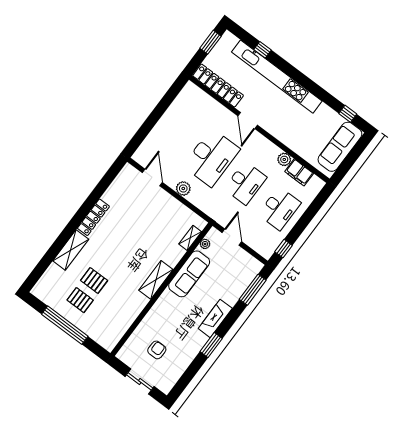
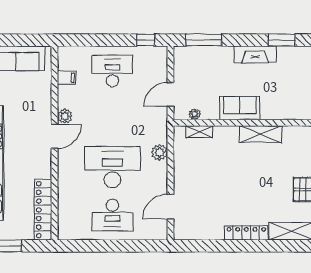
door: (248, 121) -> (54, 136), moved
plant: (284, 159) -> (65, 116), moved
filing cabinet: (299, 172) -> (66, 78), width x0.50
desk: (245, 183) -> (112, 215), moved, turned 180
plant: (183, 188) -> (159, 152), moved
sofa: (189, 274) -> (240, 108), width x0.73

